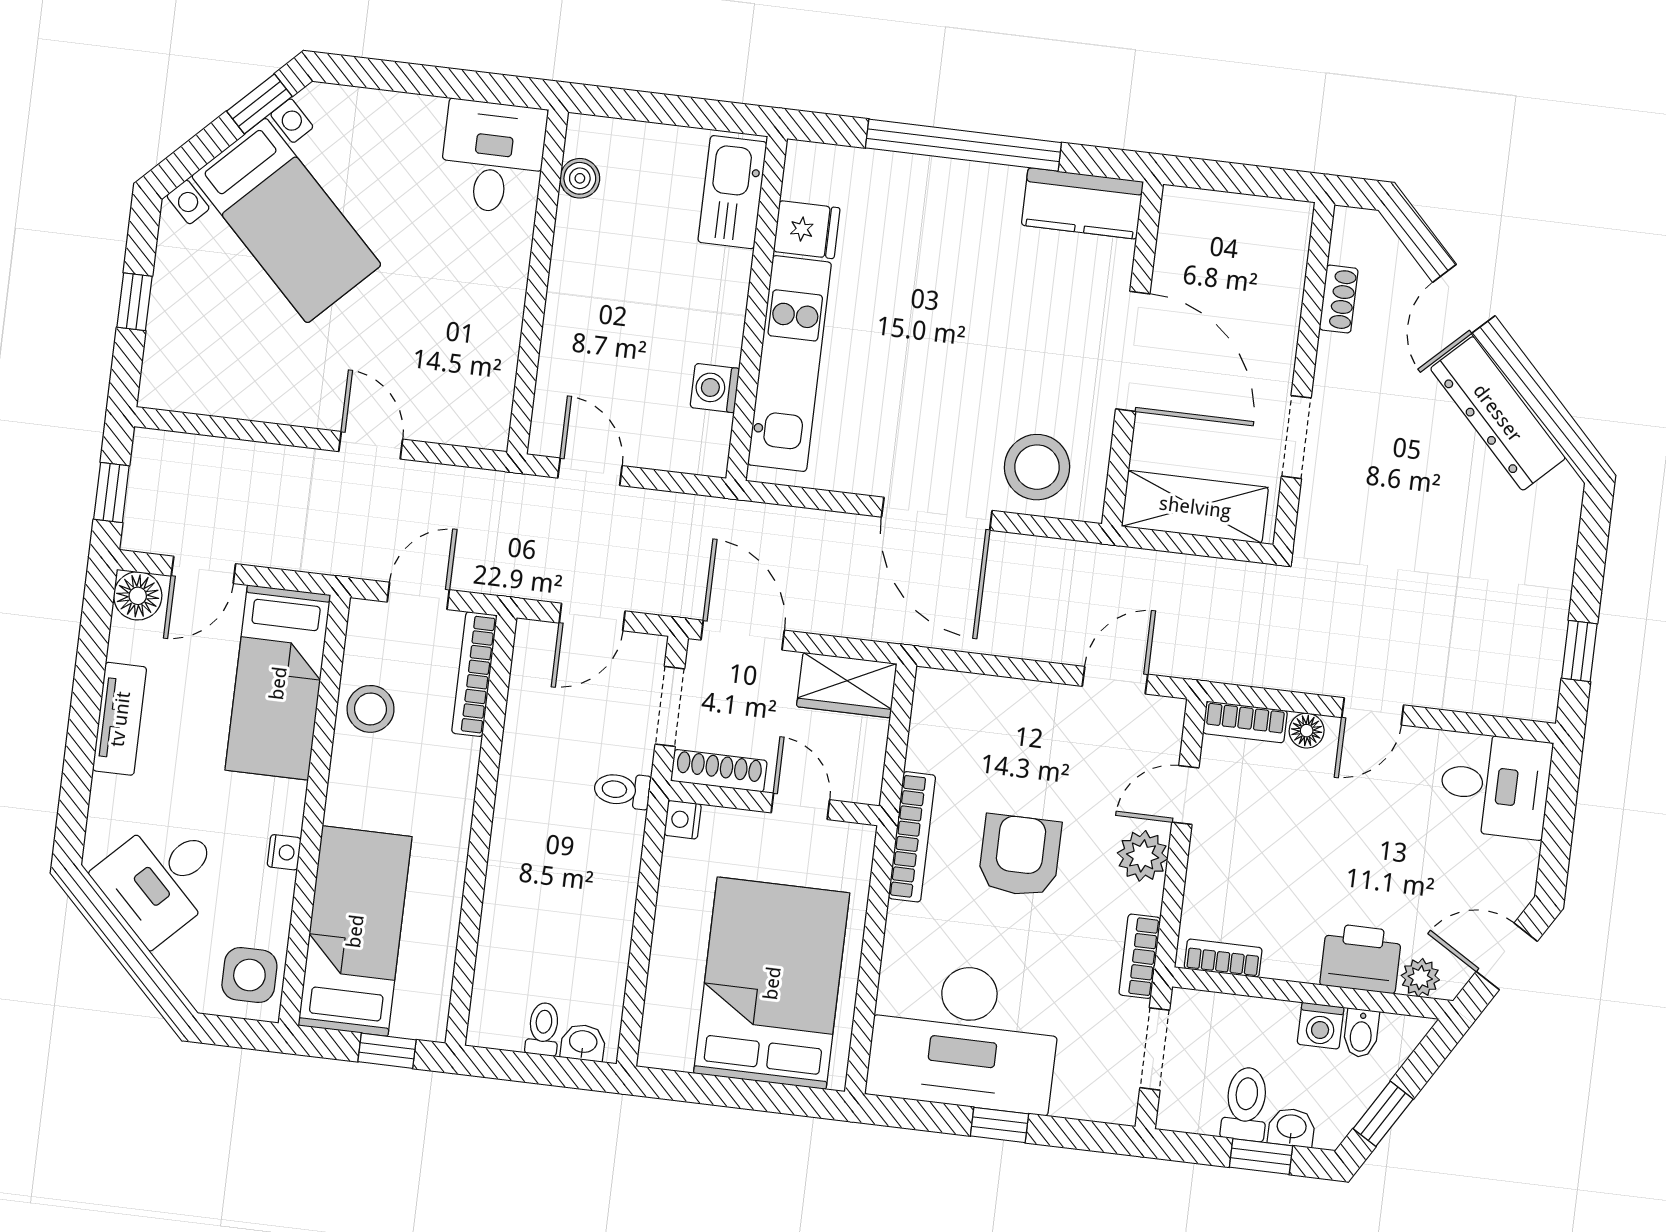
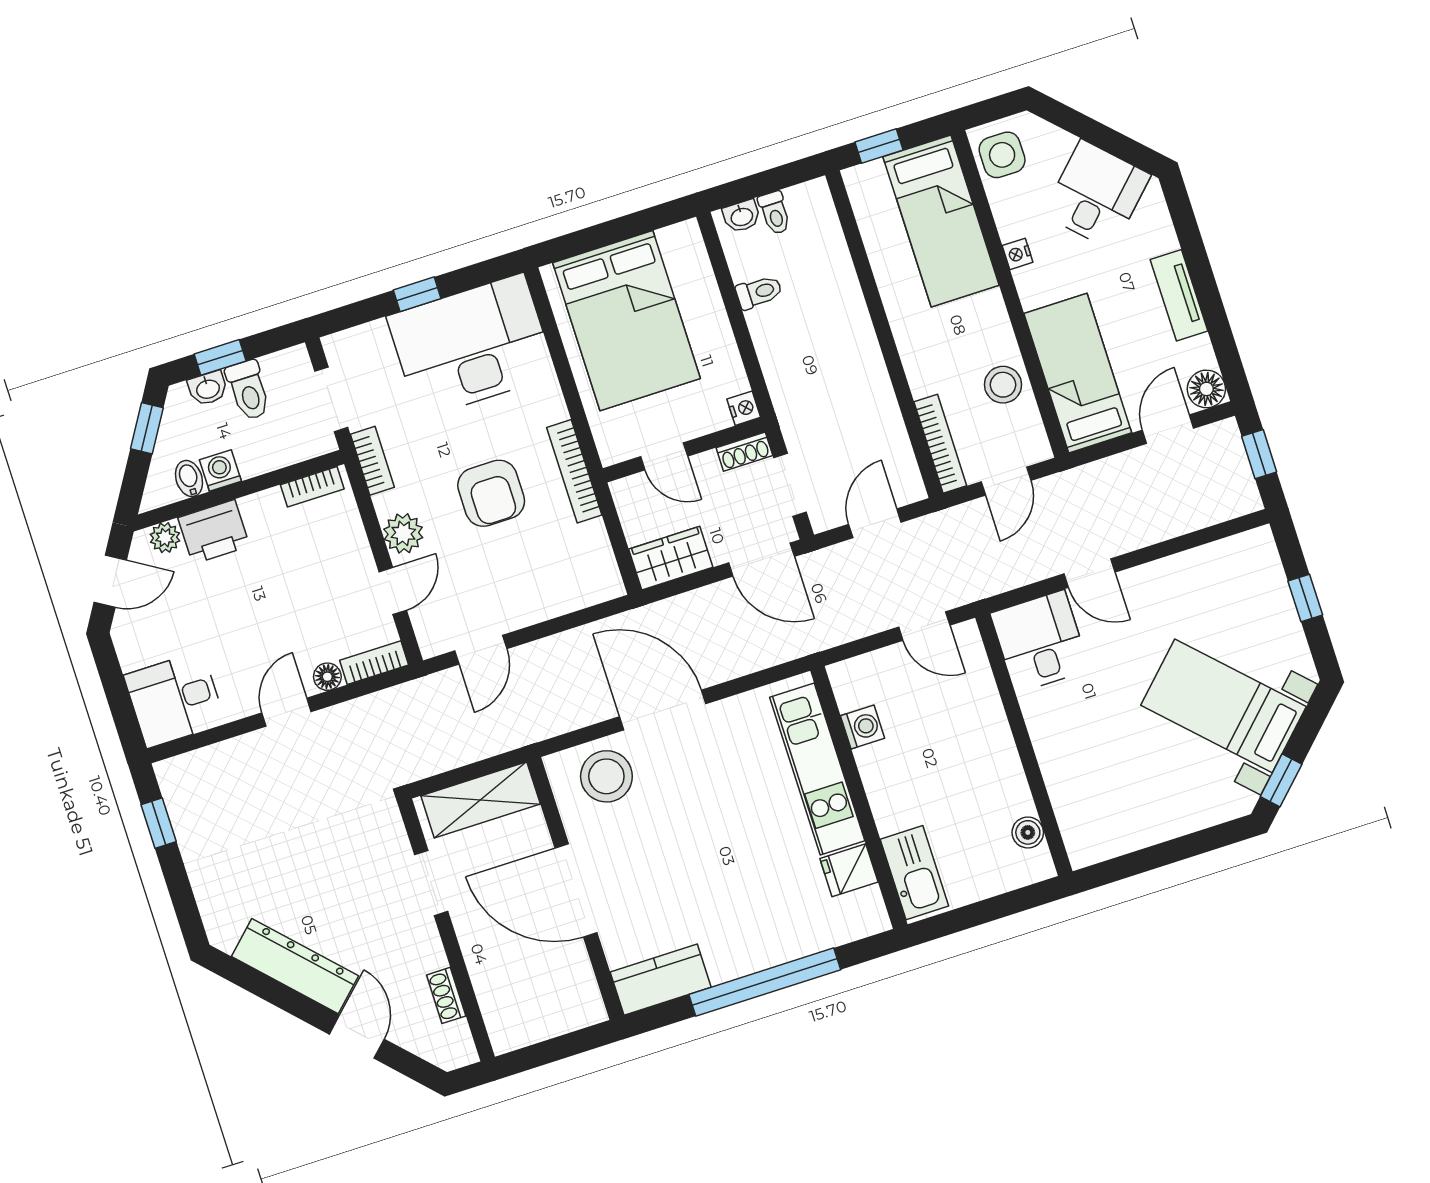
desk: (493, 157) -> (1040, 641), moved, turned 180
shoe rack: (719, 771) -> (744, 452), width x0.70
toilet: (622, 790) -> (759, 292), moved

